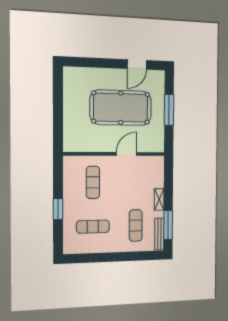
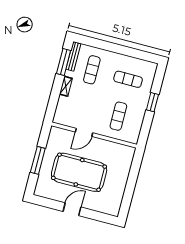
door: (137, 64) -> (72, 209), moved

